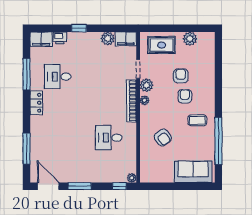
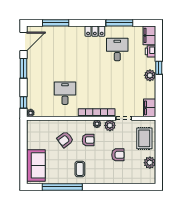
plant: (108, 38) -> (150, 75), moved
armchair: (185, 96) -> (88, 140), moved

